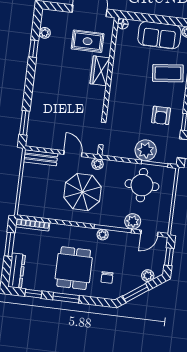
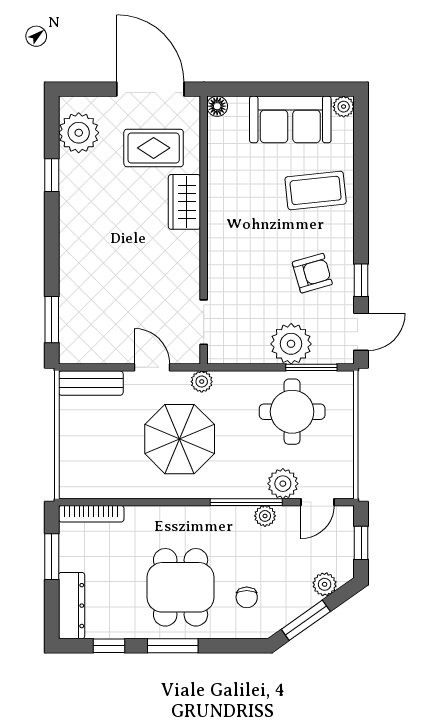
plant: (45, 33) -> (79, 133), width x1.88, depth x1.88
armchair: (161, 115) -> (312, 273), turned -106
plant: (103, 235) -> (265, 516), moved

